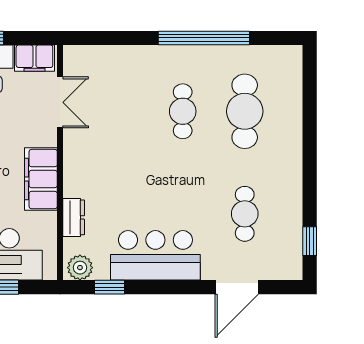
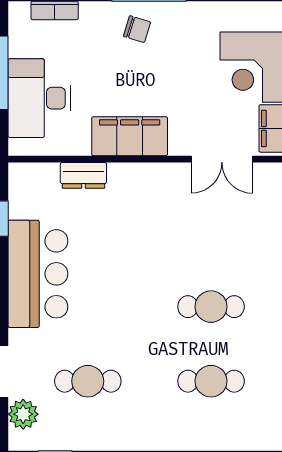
cafe table: (245, 111) -> (211, 381), width x0.73, depth x0.74
plant: (80, 268) -> (23, 414), moved

